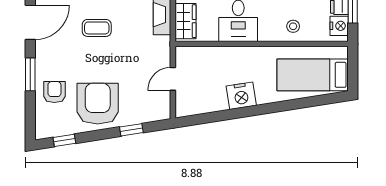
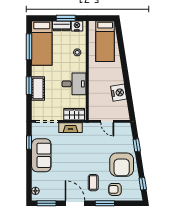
coffee table: (97, 28) -> (93, 183), moved
nightstand: (241, 96) -> (119, 93), moved
armchair: (98, 104) -> (122, 165), turned -90

